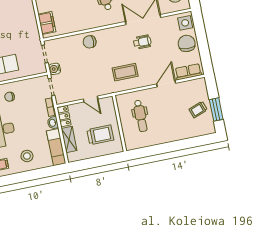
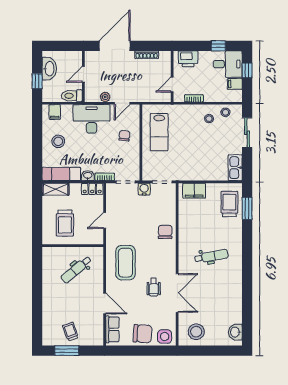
coffee table: (125, 72) -> (126, 263), width x1.36, depth x1.32
dental chair: (140, 116) -> (76, 270), turned -40
shelving: (69, 140) -> (56, 189), moved

